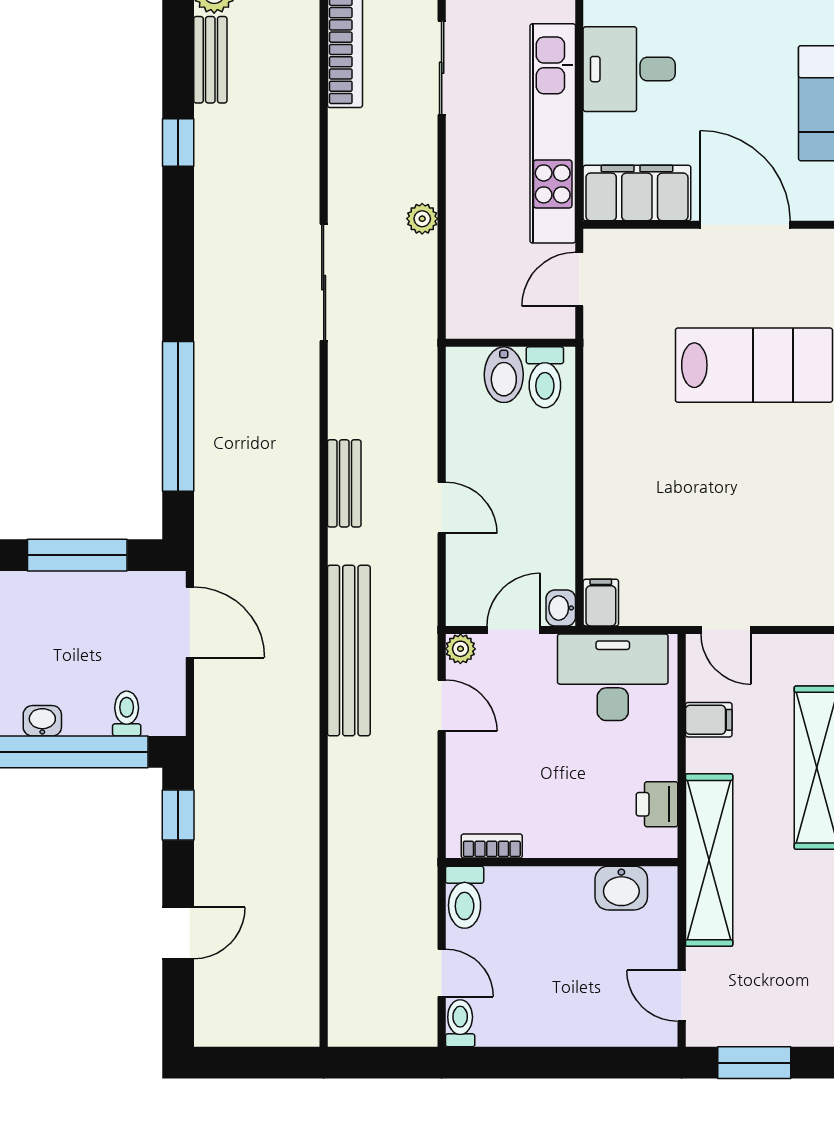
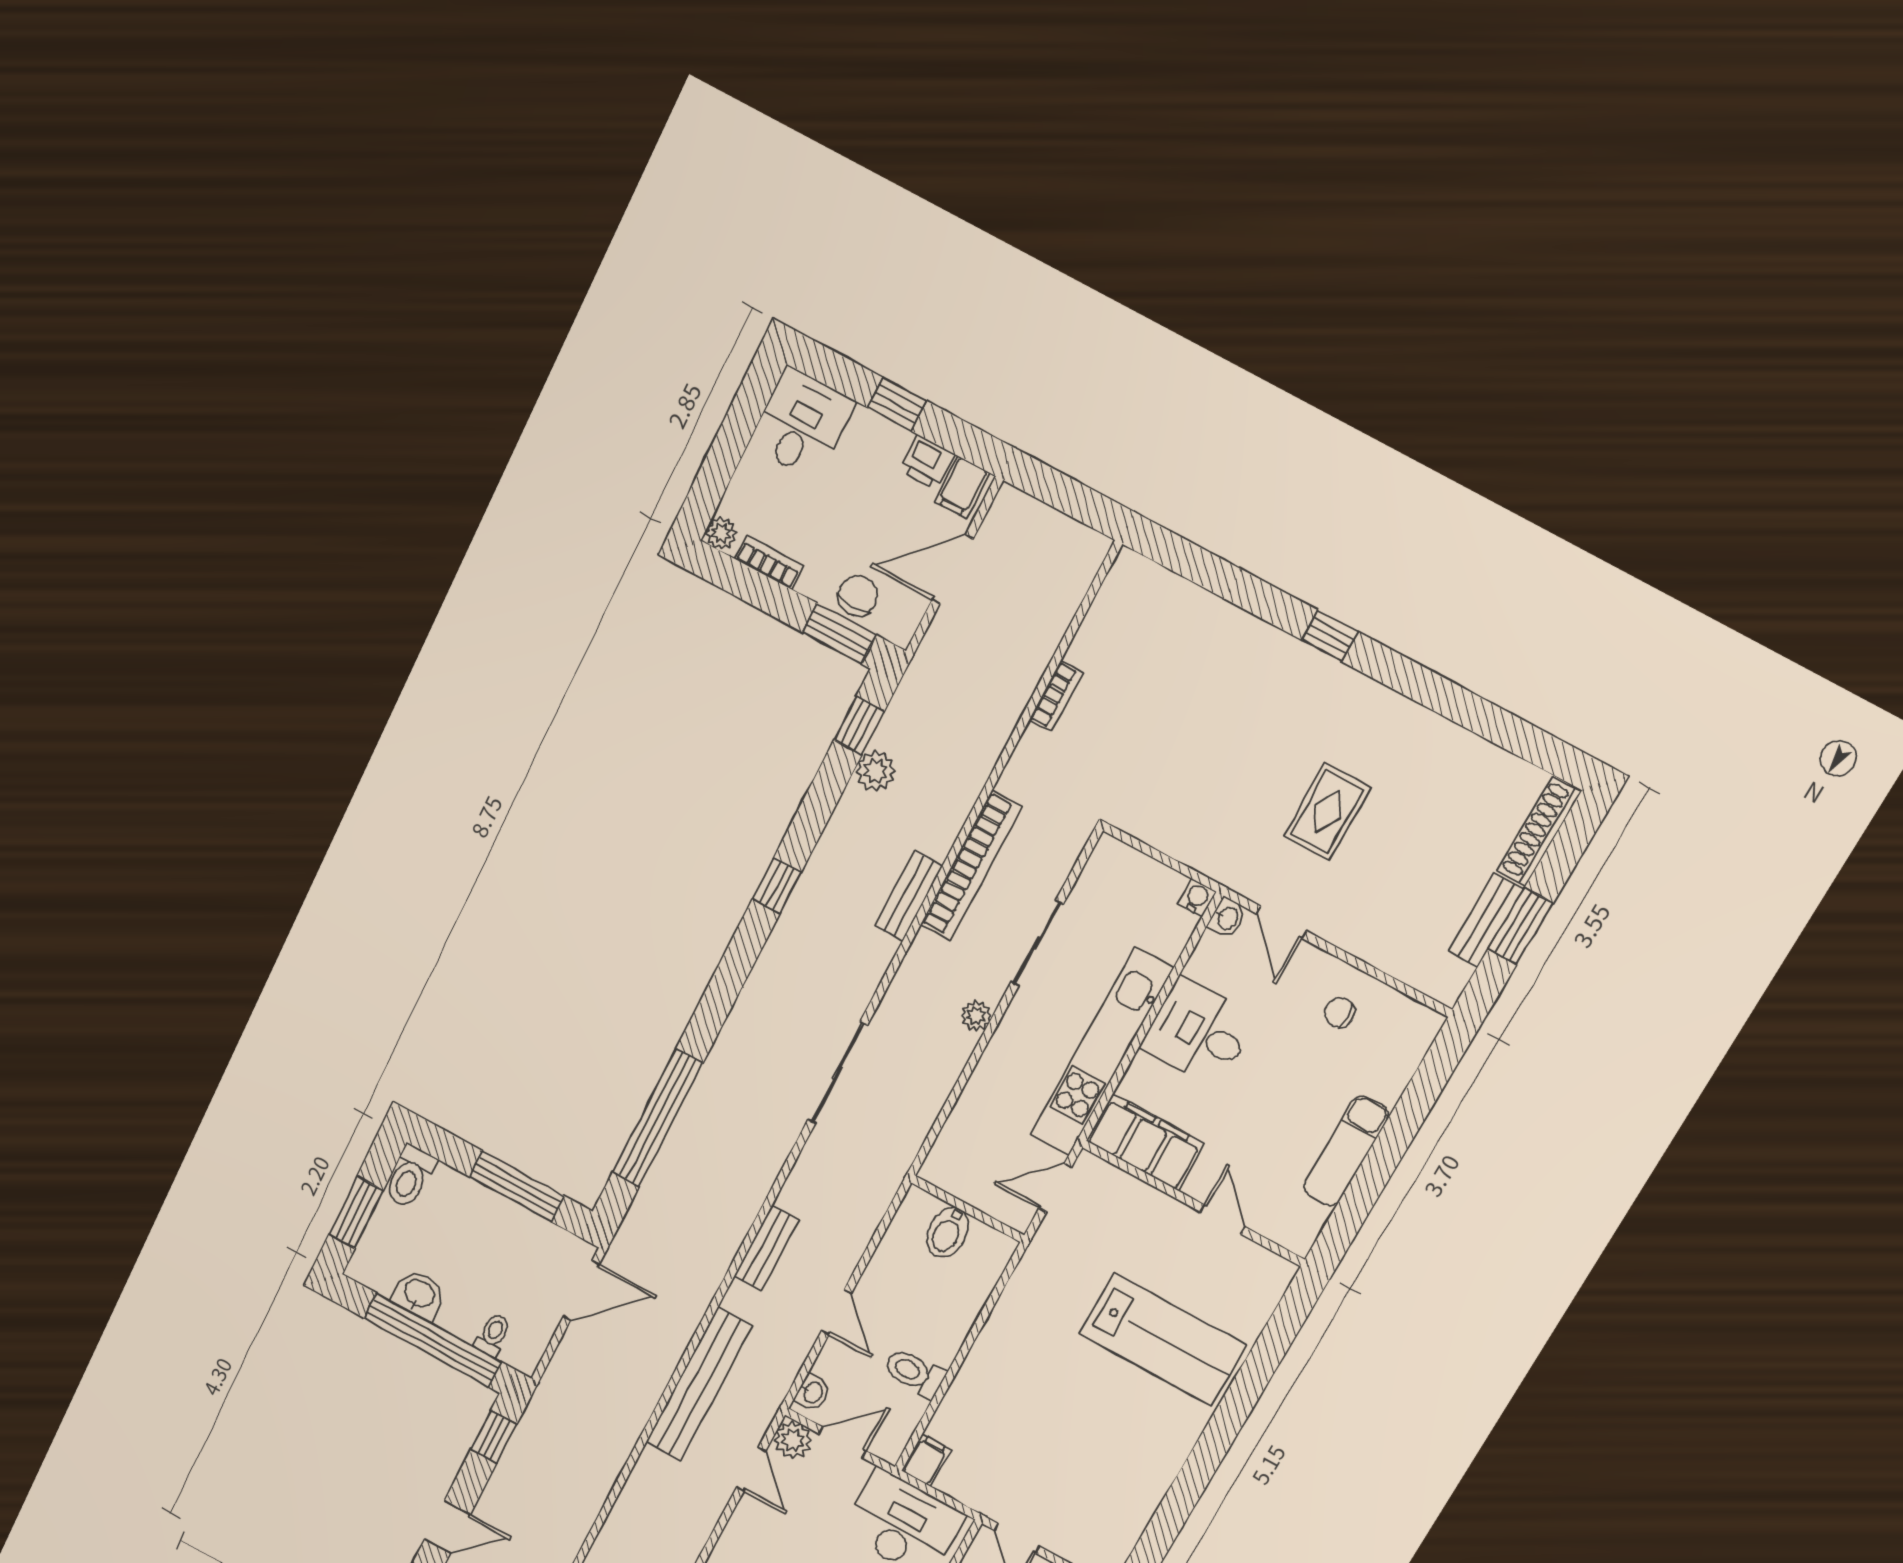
bench: (210, 60) -> (909, 896), moved
plant: (422, 219) -> (976, 1016), moved
door: (745, 225) -> (1223, 1219), width x0.53
toilet: (545, 377) -> (914, 1373), moved, turned 90
washbasin: (561, 608) -> (813, 1392), moved, turned 180
door: (190, 622) -> (581, 1291), hinge flipped
plant: (460, 649) -> (793, 1440), width x1.38, depth x1.38
washbasin: (42, 721) -> (419, 1294), width x1.38, depth x1.45

